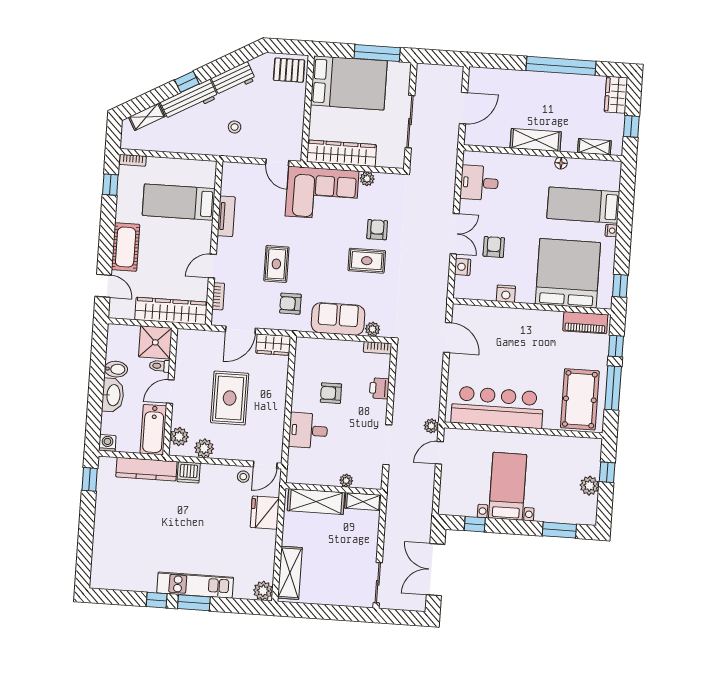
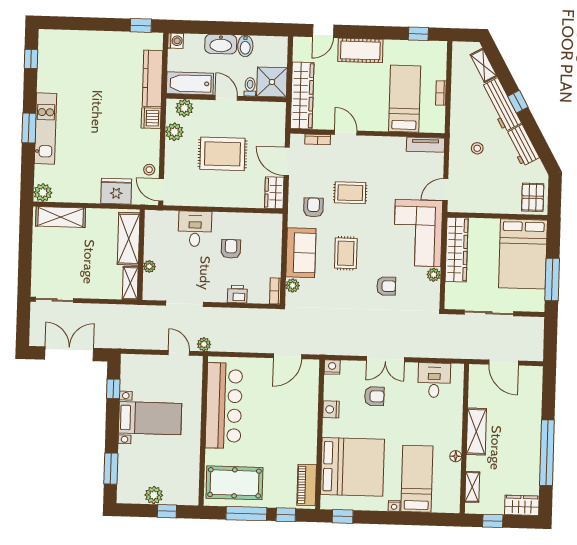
bookcase: (133, 160) -> (441, 93), moved
tv unit: (226, 216) -> (425, 145), moved
rug: (367, 261) -> (346, 253), moved
nightstand: (463, 267) -> (332, 367), moved
window: (157, 600) -> (31, 59), moved

